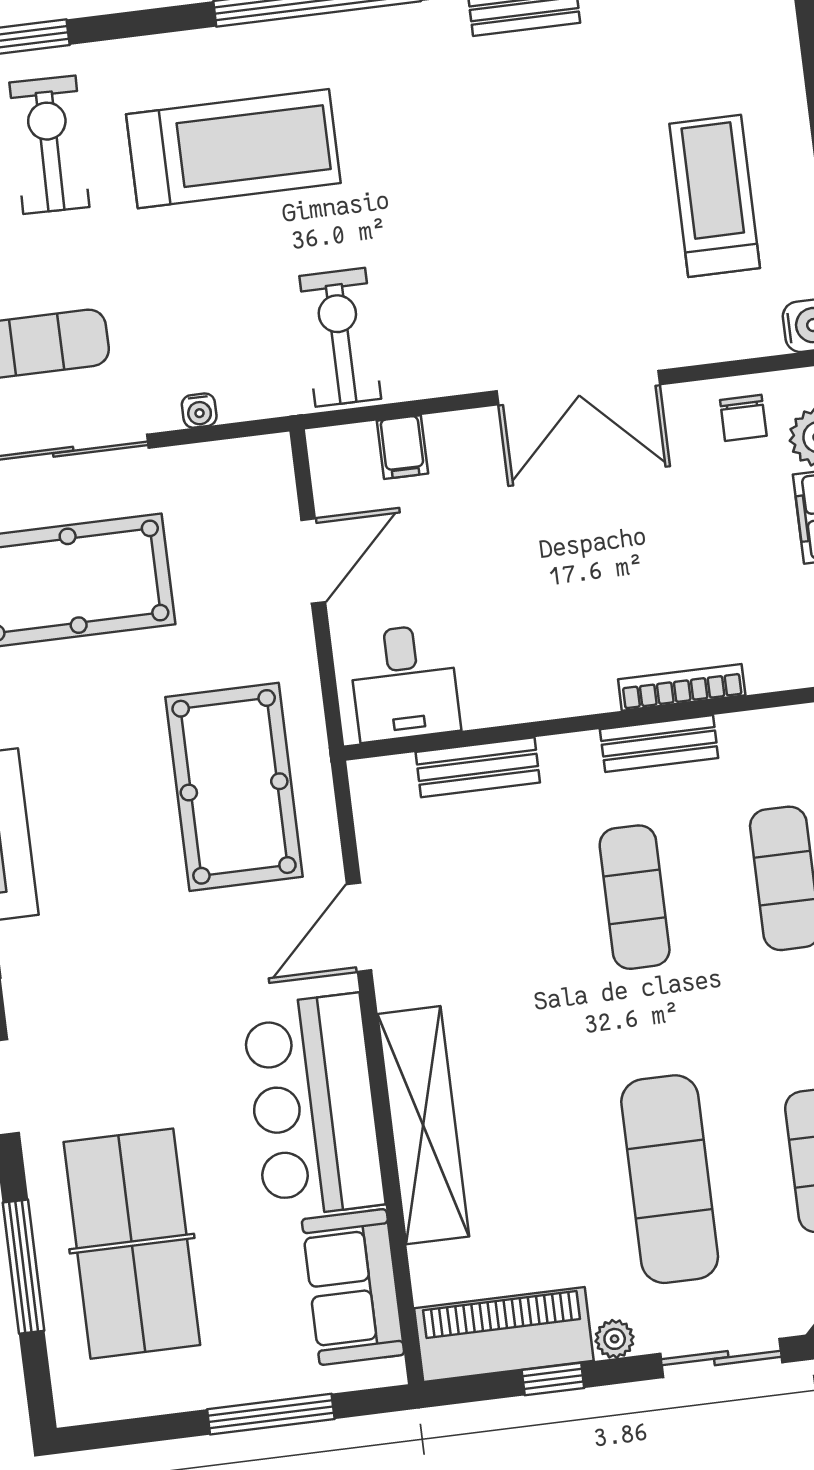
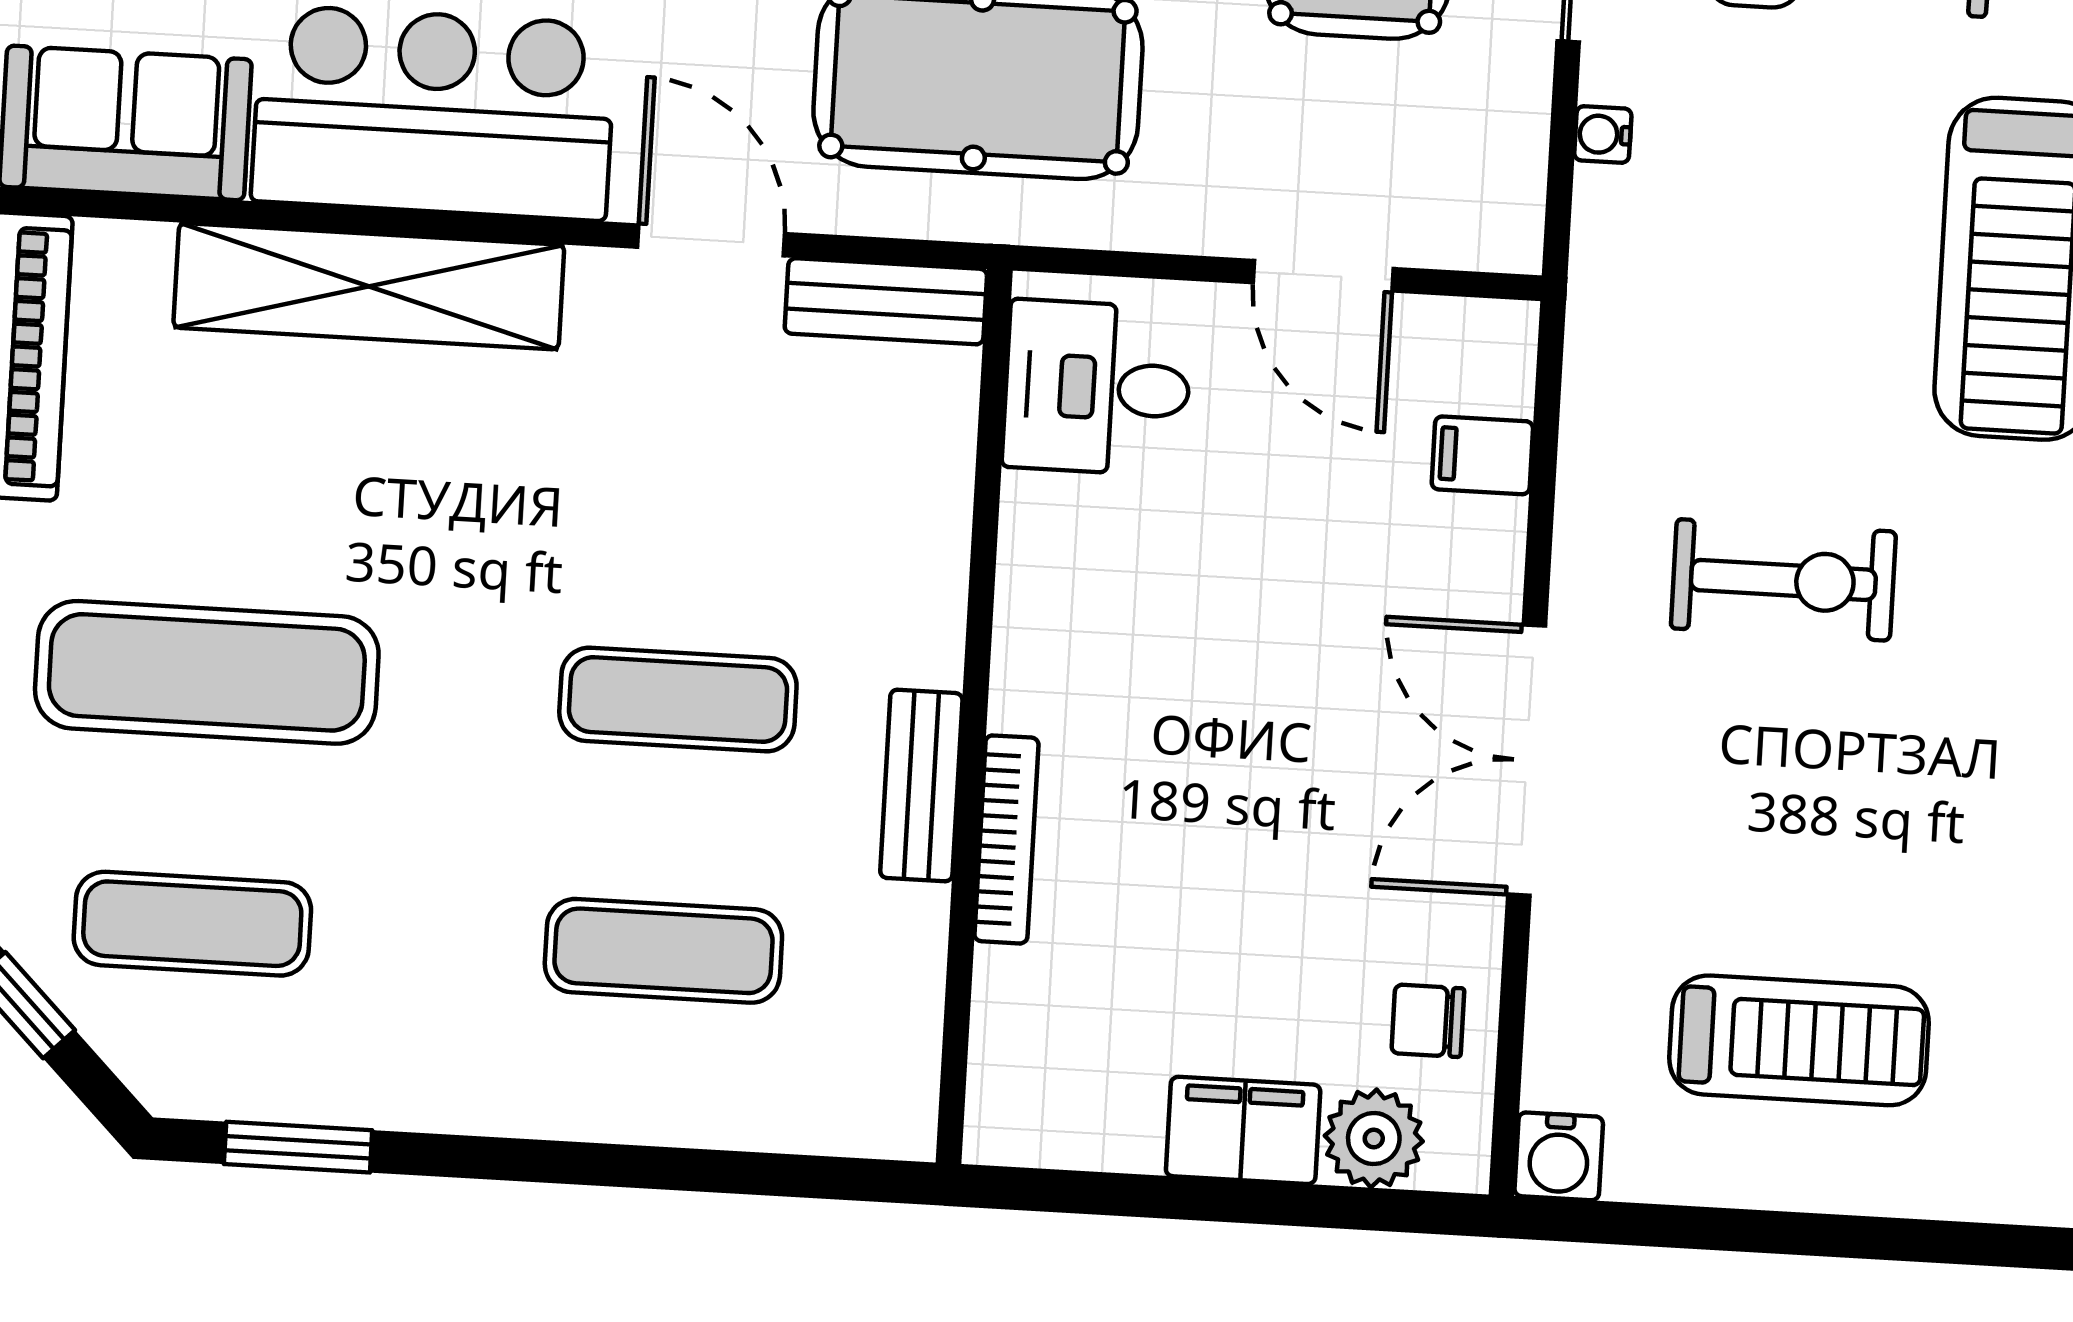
exercise bike: (340, 337) -> (1783, 580), moved
bench: (478, 767) -> (886, 301), moved, turned 90

